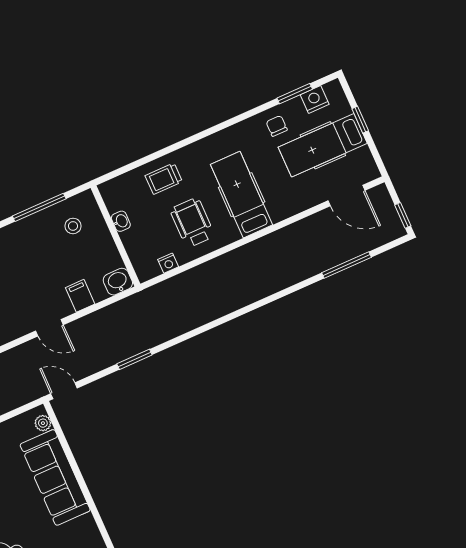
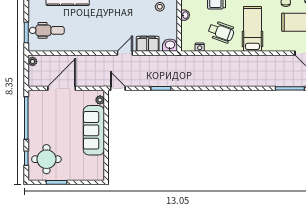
wheelchair: (192, 223) -> (221, 32), turned 110
filing cabinet: (80, 296) -> (148, 44), width x2.00
door: (49, 328) -> (125, 53), swing flipped

